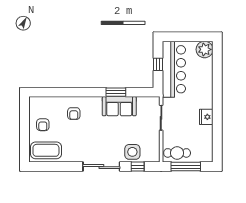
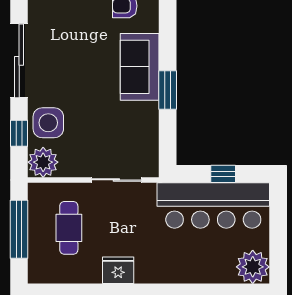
sofa: (119, 106) -> (140, 67), moved
cafe table: (177, 153) -> (69, 228), moved
plant: (152, 155) -> (43, 162), added

